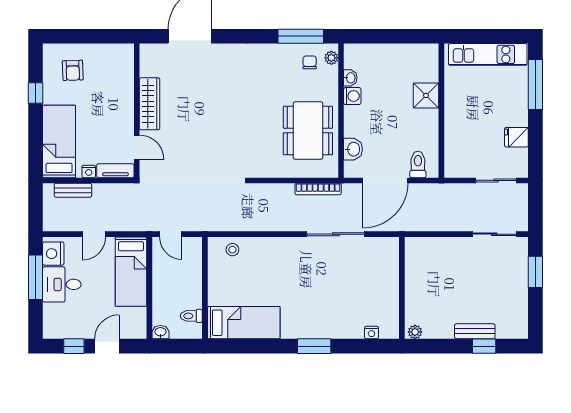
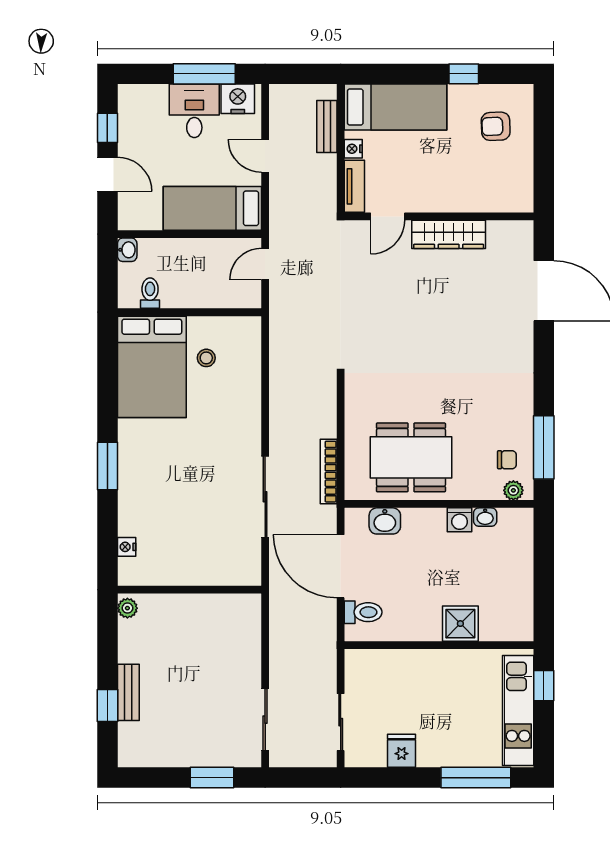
window: (470, 36) -> (544, 686), added
stool: (232, 250) -> (206, 358), moved
bed: (244, 323) -> (152, 367), width x1.50

